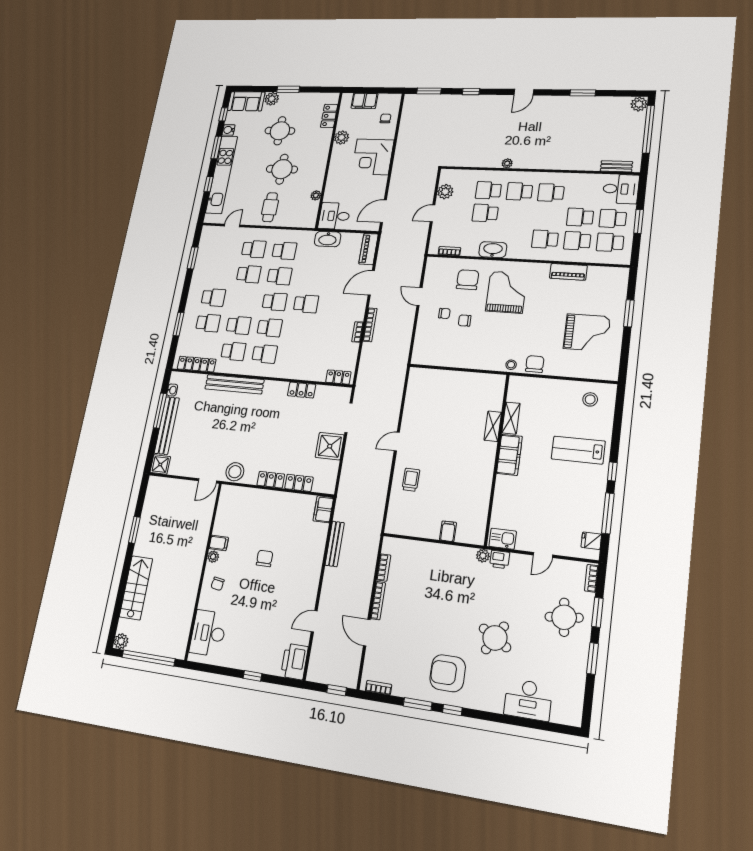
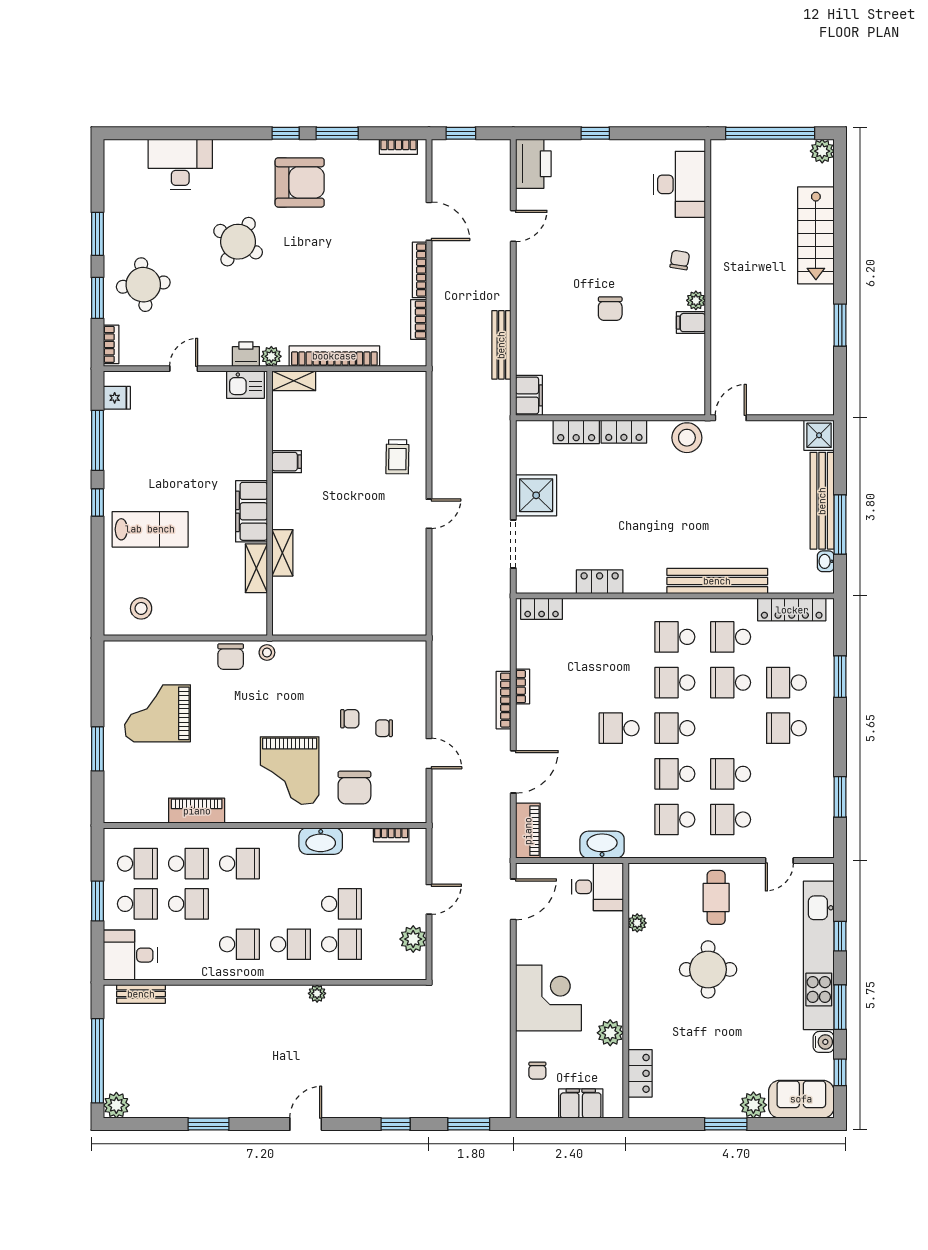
round table: (280, 131) -> (726, 1043), removed
filing cabinet: (448, 531) -> (287, 462), moved, turned -90
shelving: (470, 537) -> (294, 381), added
bookcase: (441, 550) -> (334, 356), added

